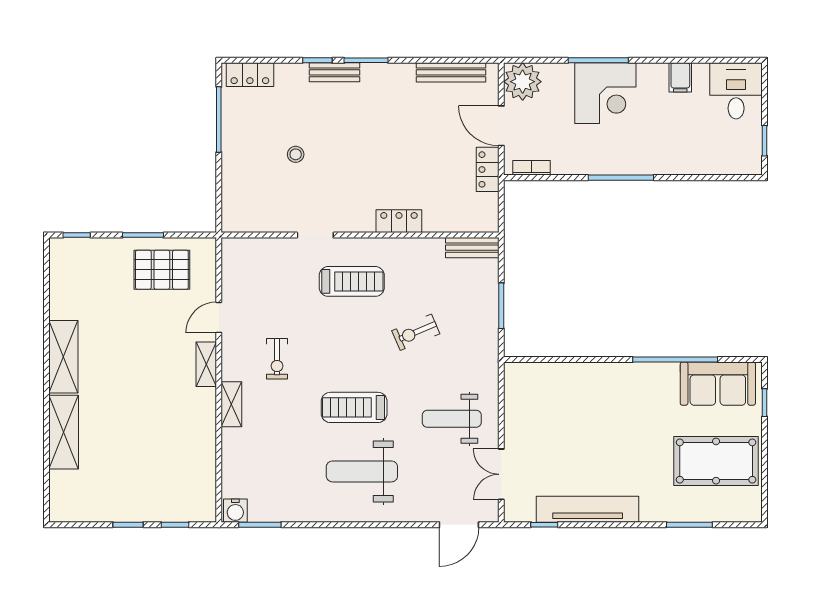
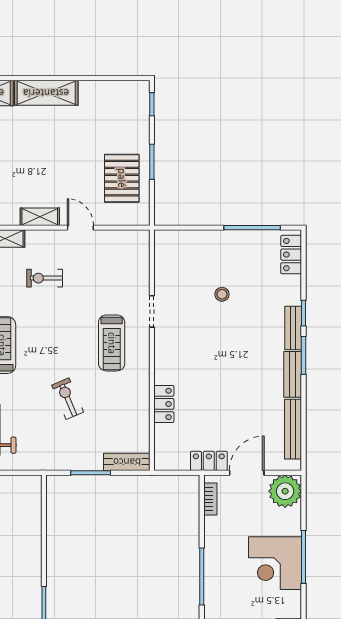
bench: (388, 73) -> (293, 374), added
locker: (399, 221) -> (164, 404), moved
bench: (472, 248) -> (127, 462), moved, turned 90

